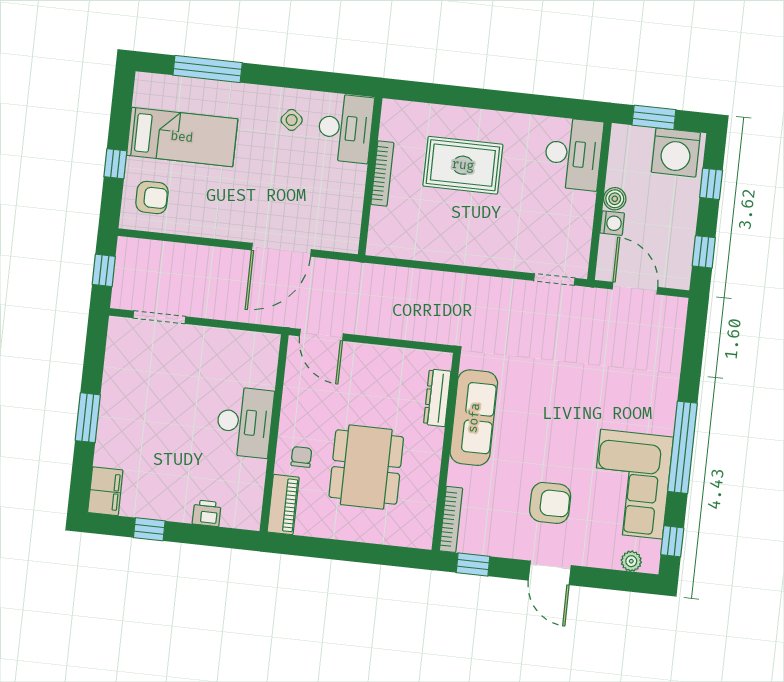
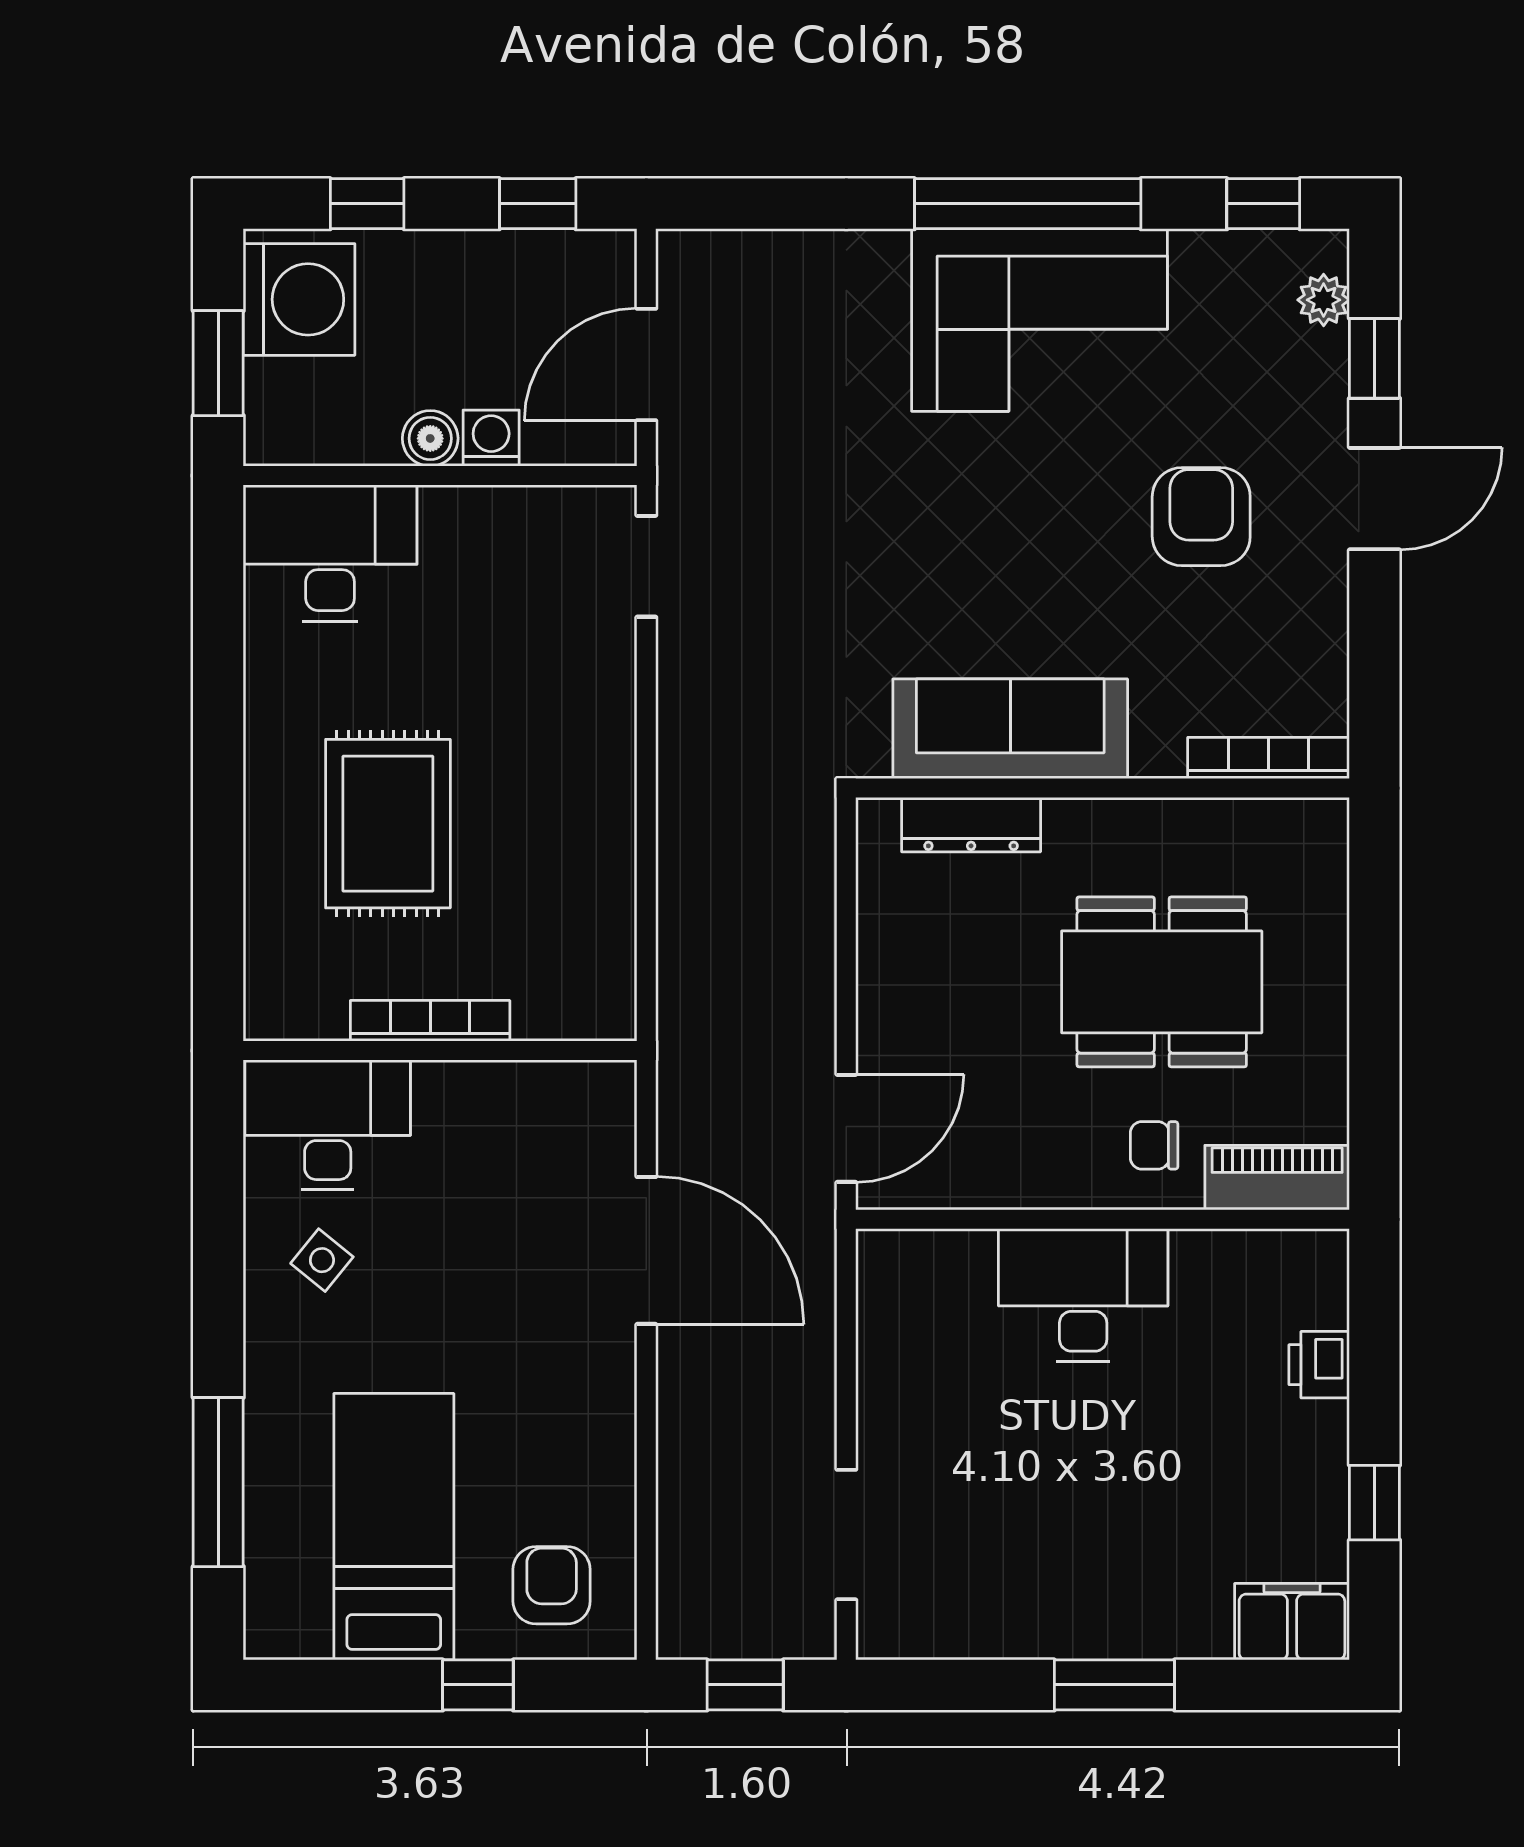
corner sofa: (632, 484) -> (1040, 320), moved
window: (473, 565) -> (1374, 358), moved

